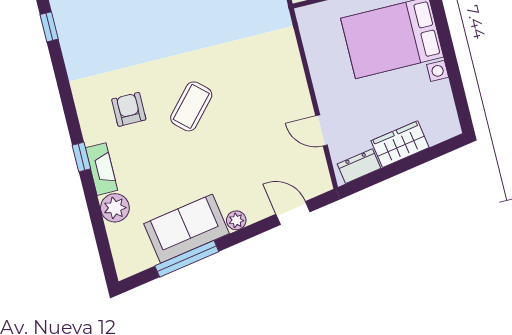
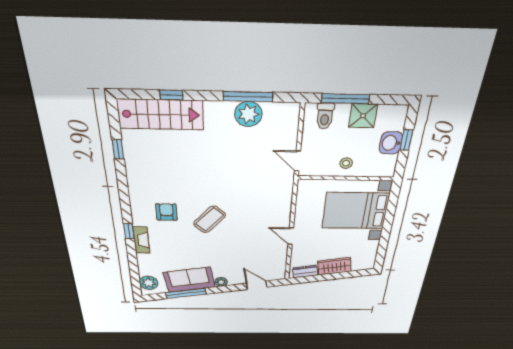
door: (321, 130) -> (291, 236), moved
plant: (115, 208) -> (149, 283), moved

